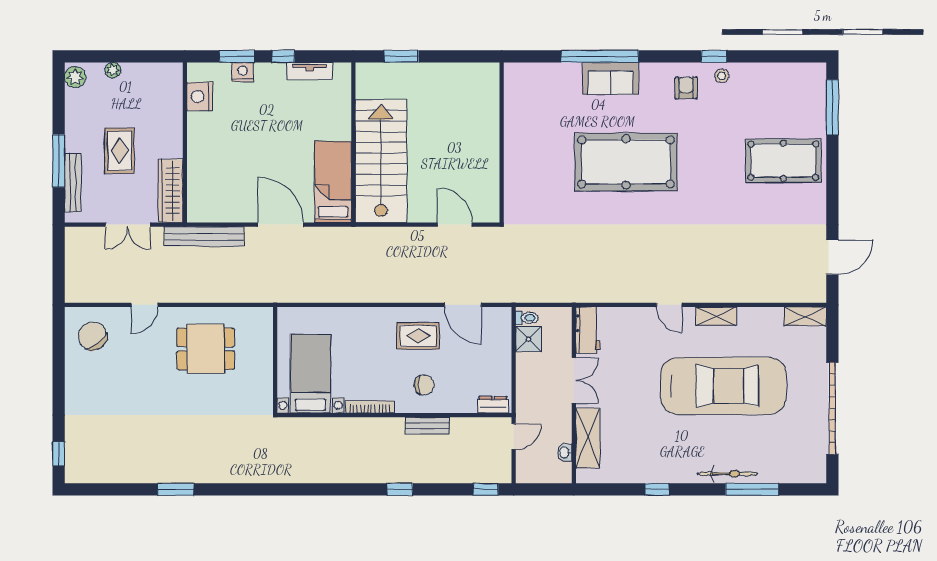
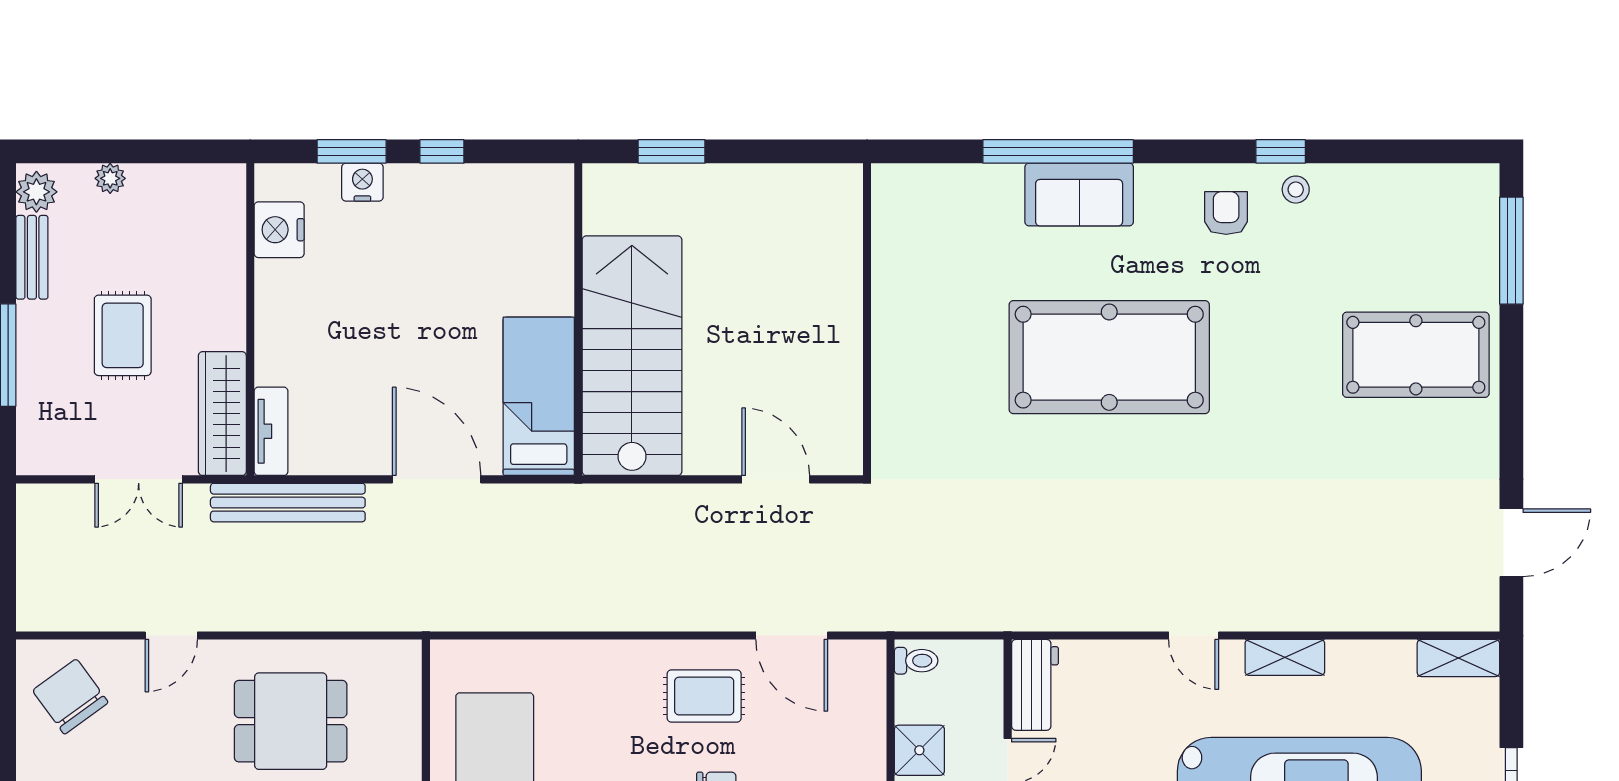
tv unit: (310, 71) -> (271, 431), moved, turned -90
bench: (73, 183) -> (32, 257), moved, width x0.73
shower: (528, 339) -> (919, 750), moved

